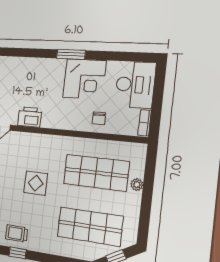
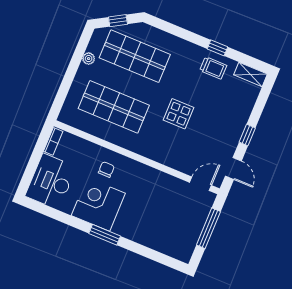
printer: (30, 117) -> (166, 184), removed
chair: (99, 118) -> (106, 170), moved
plant: (137, 185) -> (89, 59), moved

